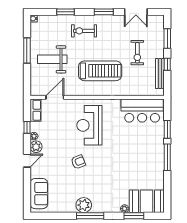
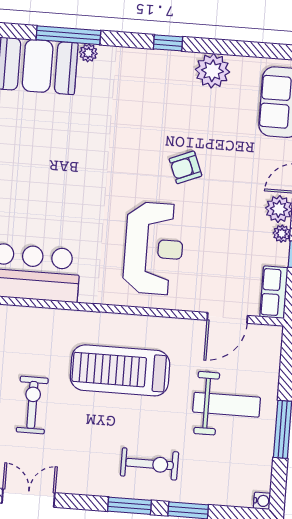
window: (104, 12) -> (130, 506), moved
plant: (84, 205) -> (212, 71), moved
window: (90, 216) -> (168, 43), width x0.46
window: (134, 216) -> (68, 35), width x1.44

